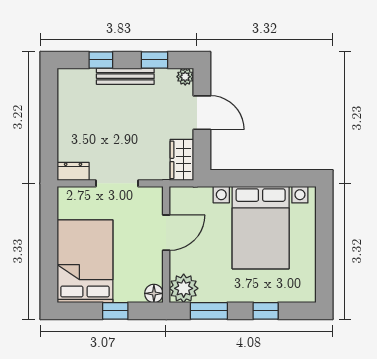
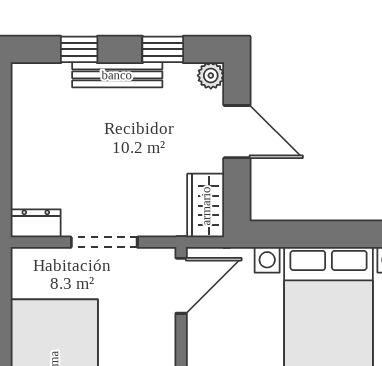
door: (166, 233) -> (181, 286), moved

